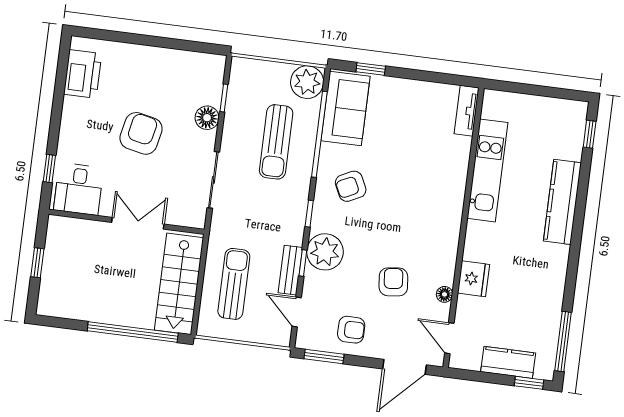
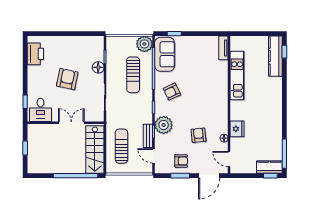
kitchen counter: (562, 202) -> (275, 56), moved
window: (324, 357) -> (180, 176), moved
kitchen counter: (508, 362) -> (269, 167), moved

